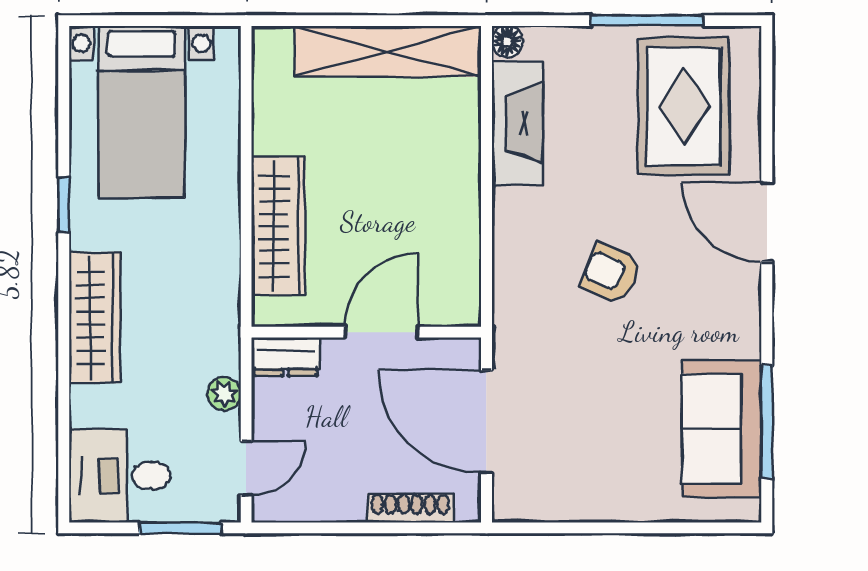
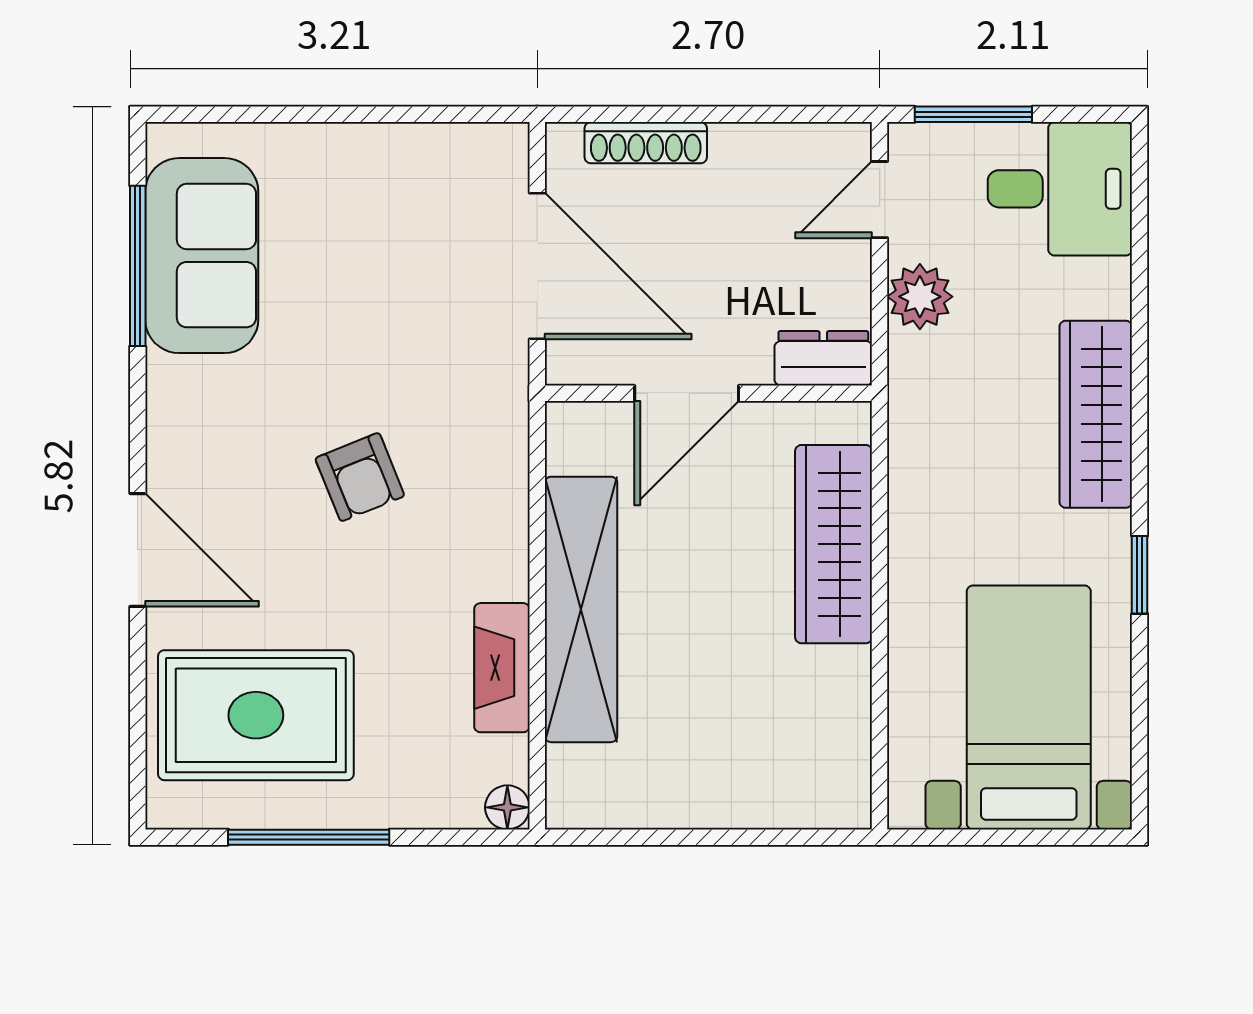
shelving: (388, 51) -> (581, 609), moved, turned 90
rug: (684, 106) -> (256, 715), turned 90
fireplace: (517, 123) -> (502, 668), width x0.73, depth x0.76
armchair: (611, 273) -> (360, 477), turned 45
plant: (224, 394) -> (920, 297), width x1.38, depth x1.38

